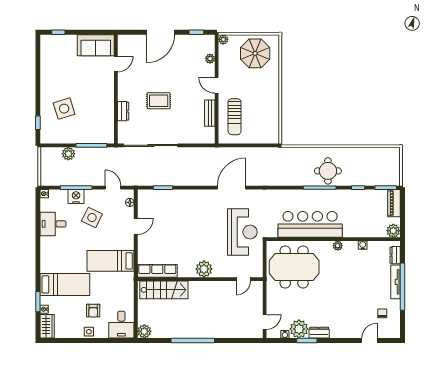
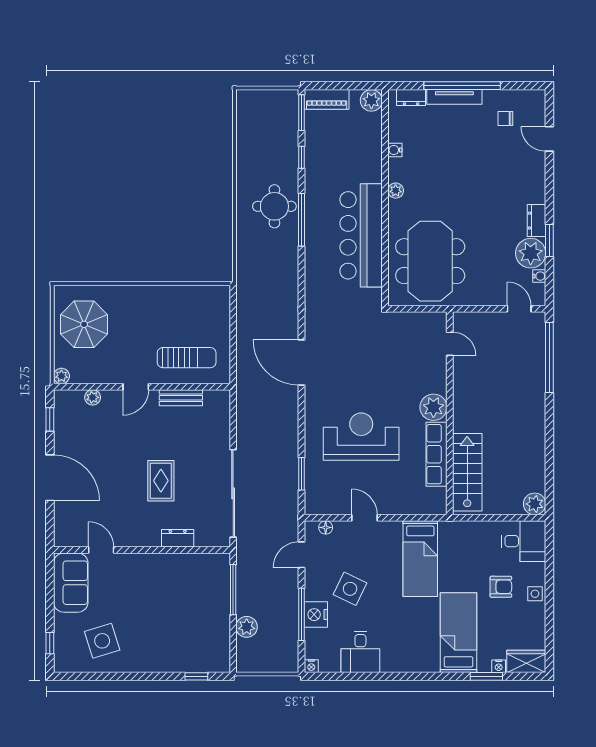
side table: (64, 109) -> (102, 641), moved
reception desk: (242, 232) -> (361, 437), moved
row of seats: (157, 271) -> (436, 454), moved
window: (193, 341) -> (549, 357), moved

